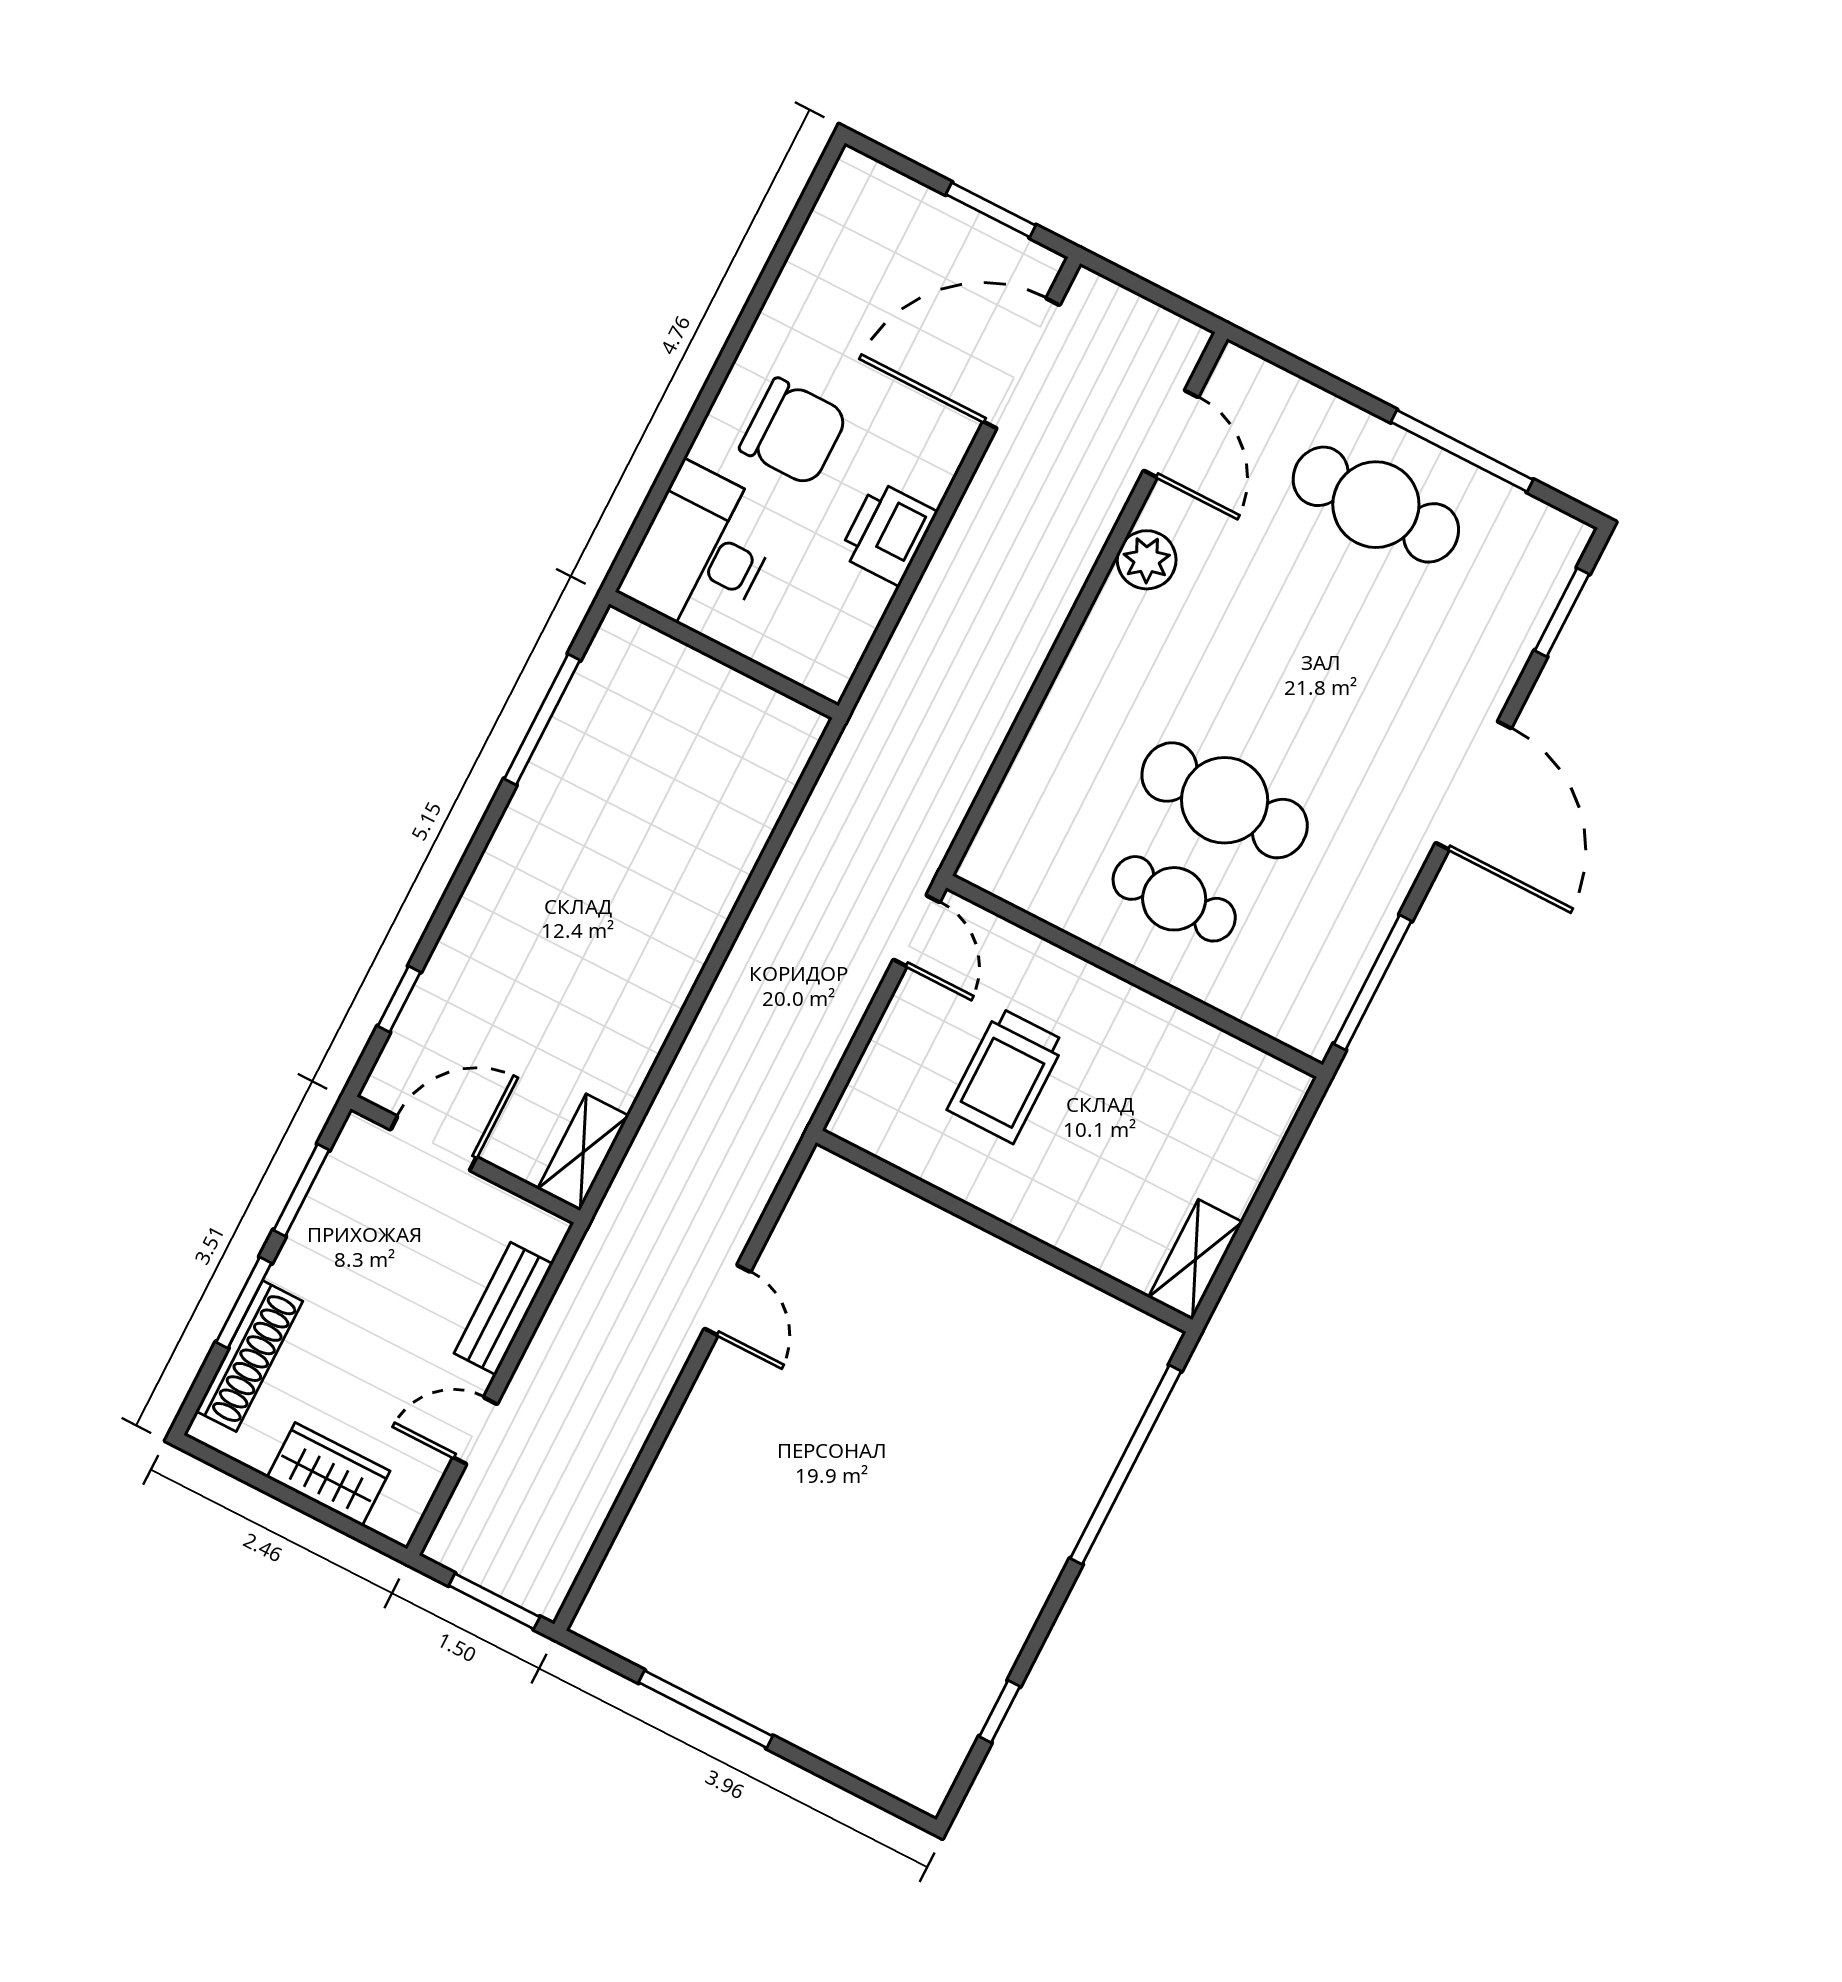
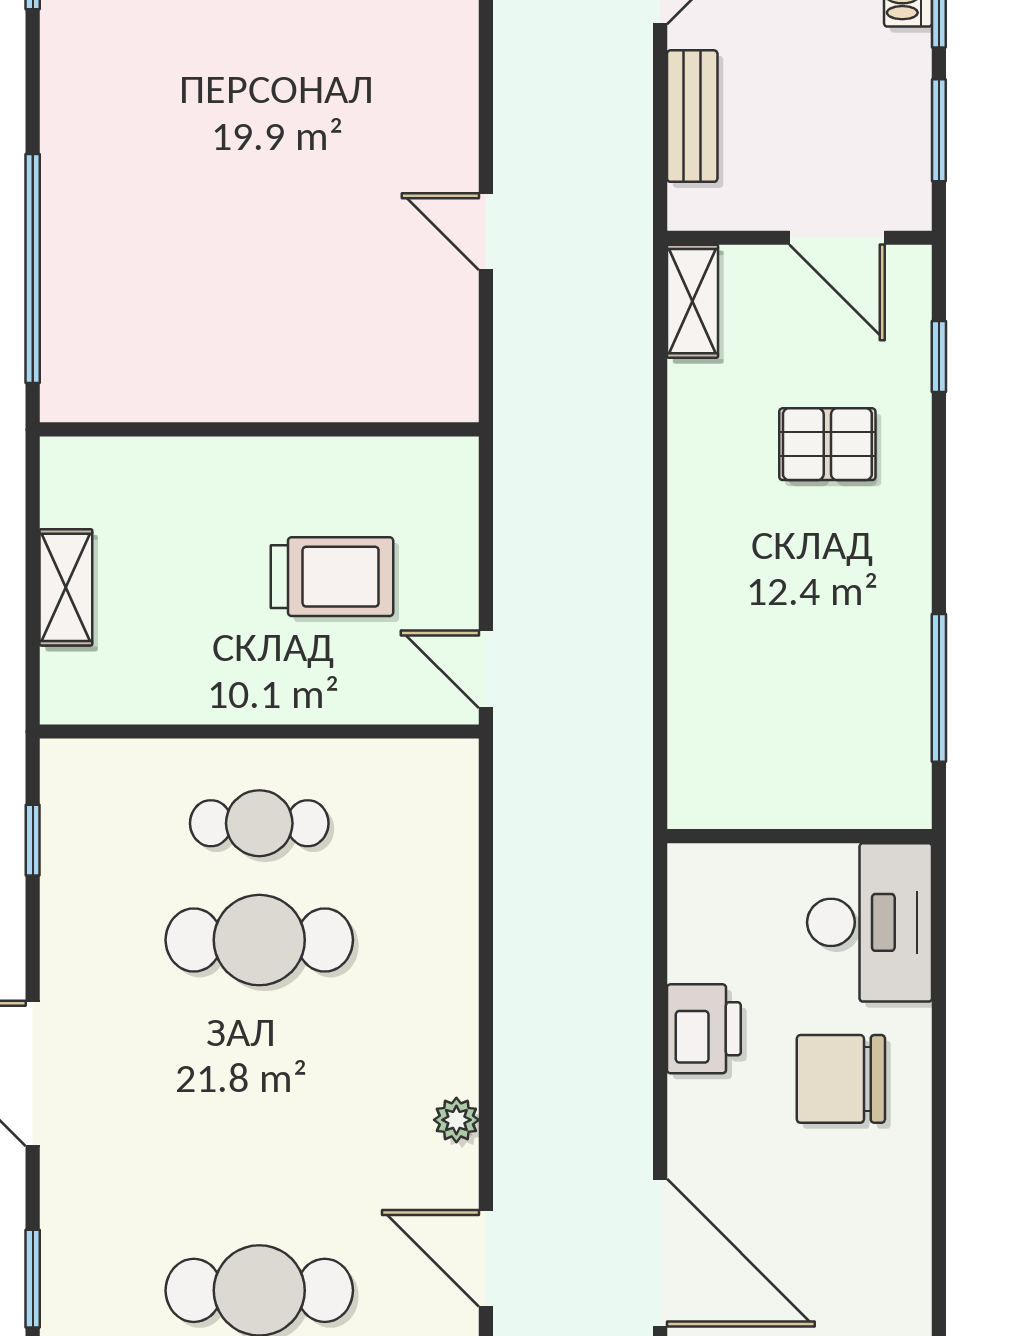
door: (1021, 363) -> (660, 1253), hinge flipped
plant: (1147, 560) -> (456, 1120), width x0.73, depth x0.73
pallet: (531, 973) -> (827, 444), added
window: (1373, 982) -> (33, 840), width x0.46
trolley: (1006, 1075) -> (332, 577), turned 90
door: (434, 1143) -> (837, 238), hinge flipped
shelving: (1195, 1260) -> (66, 587), moved

